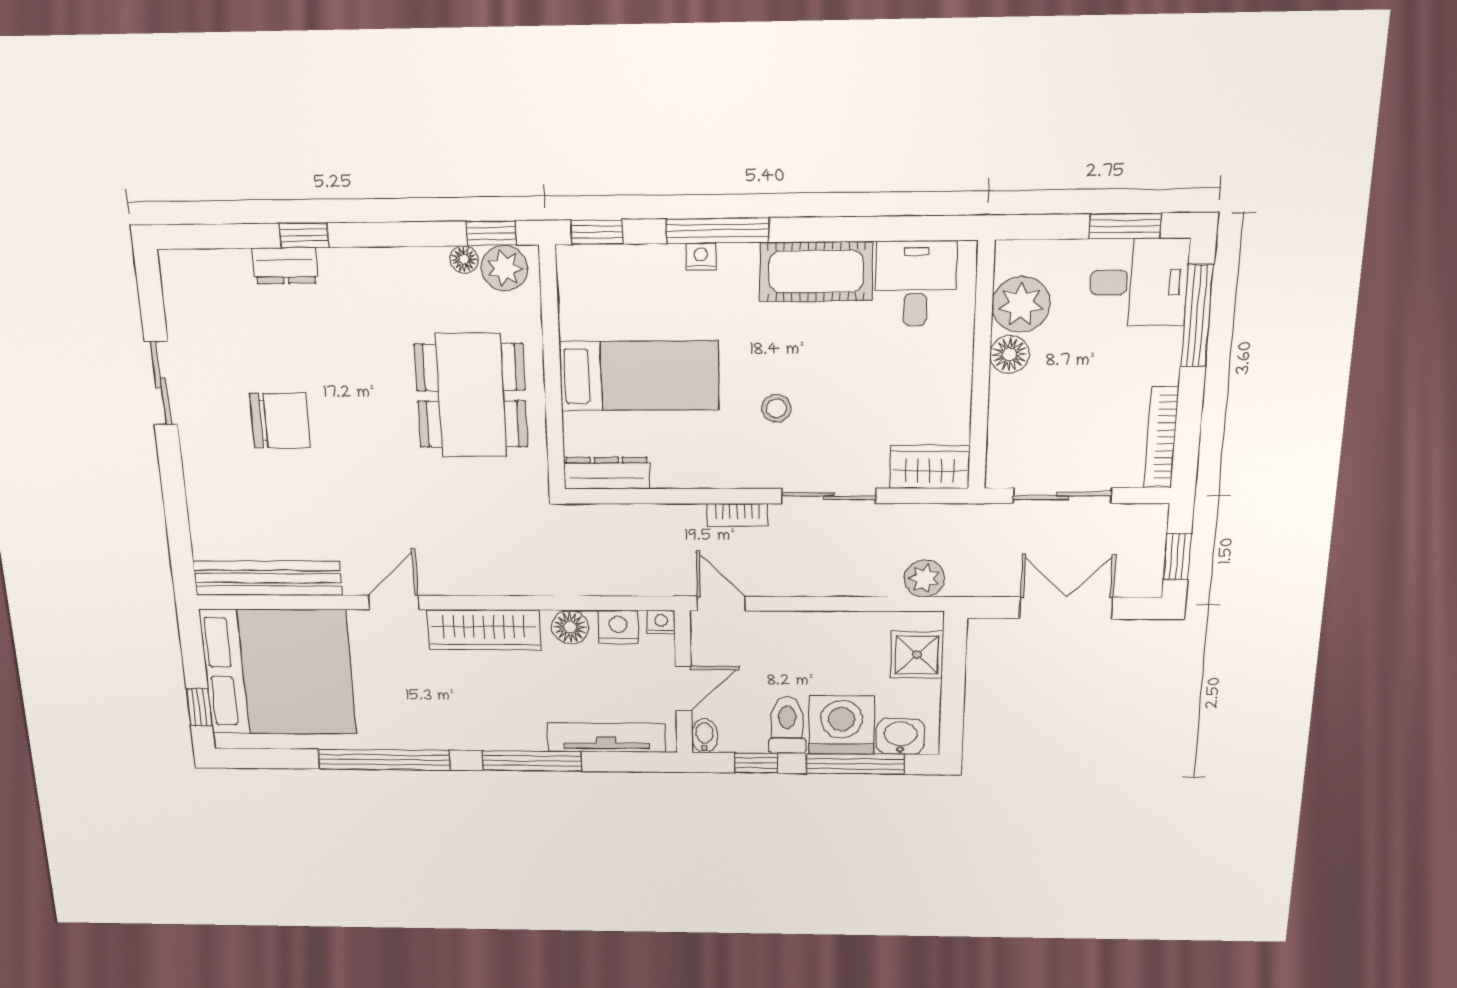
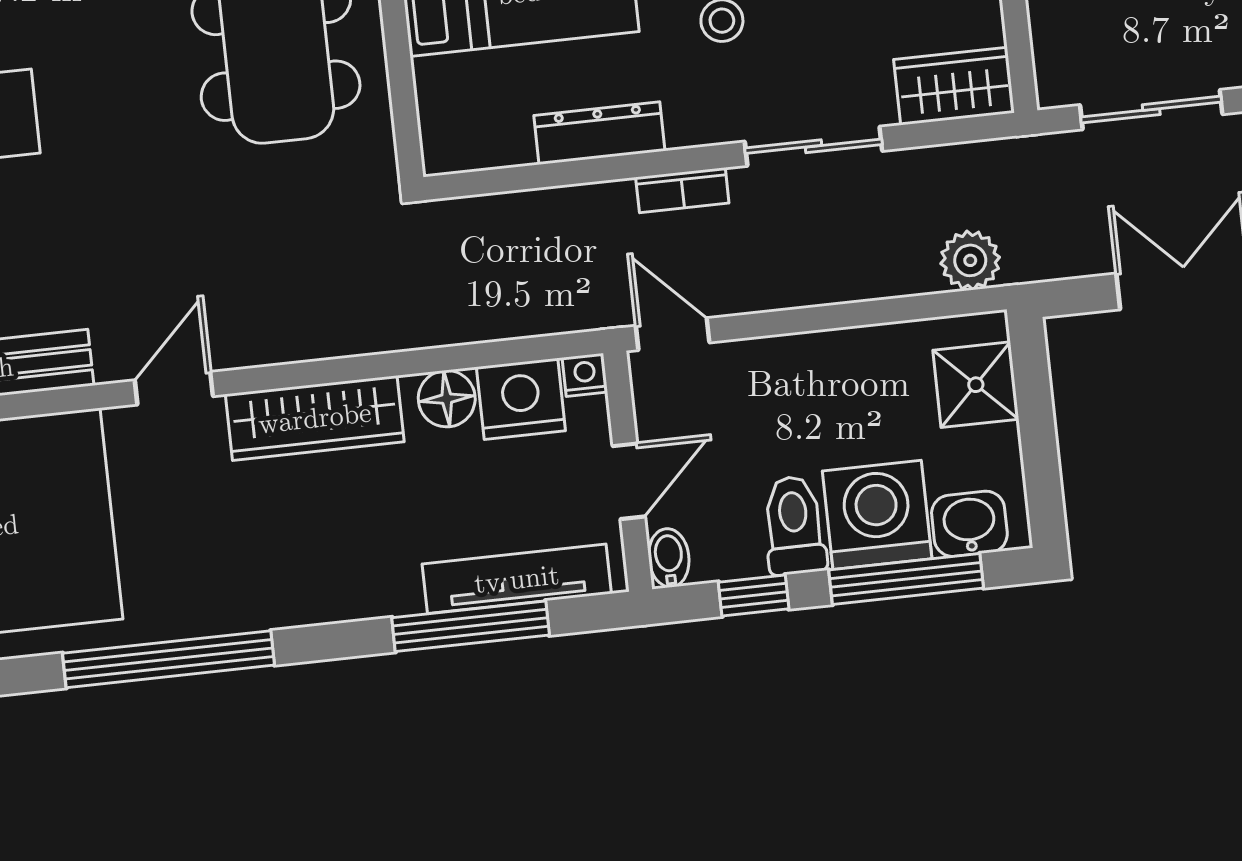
dresser: (607, 473) -> (599, 133), moved
nightstand: (618, 627) -> (521, 399), width x1.36, depth x1.33
window: (532, 761) -> (471, 626), moved

